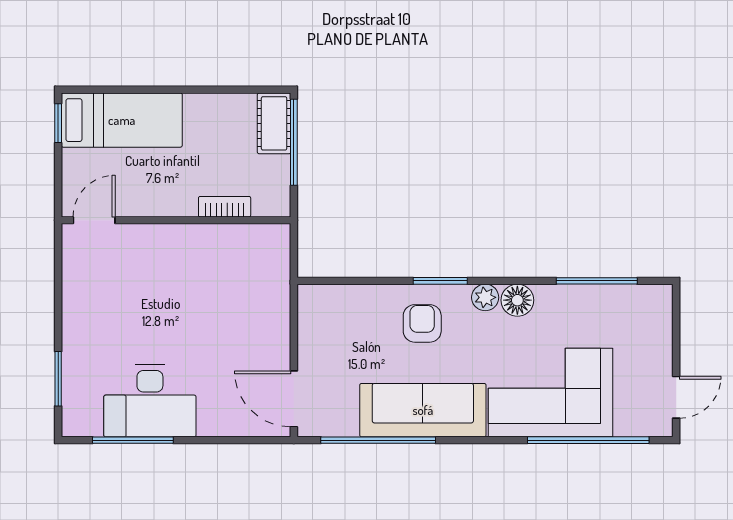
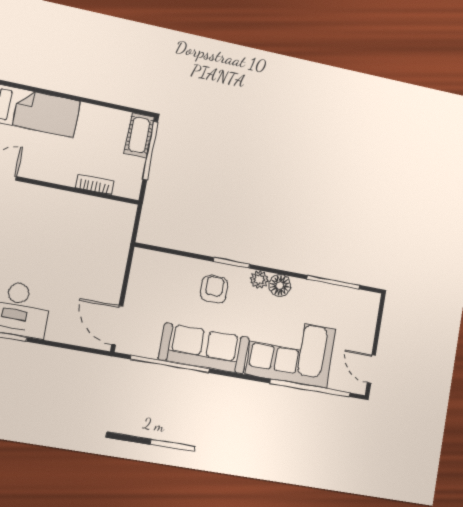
door: (676, 397) -> (371, 369), swing flipped

